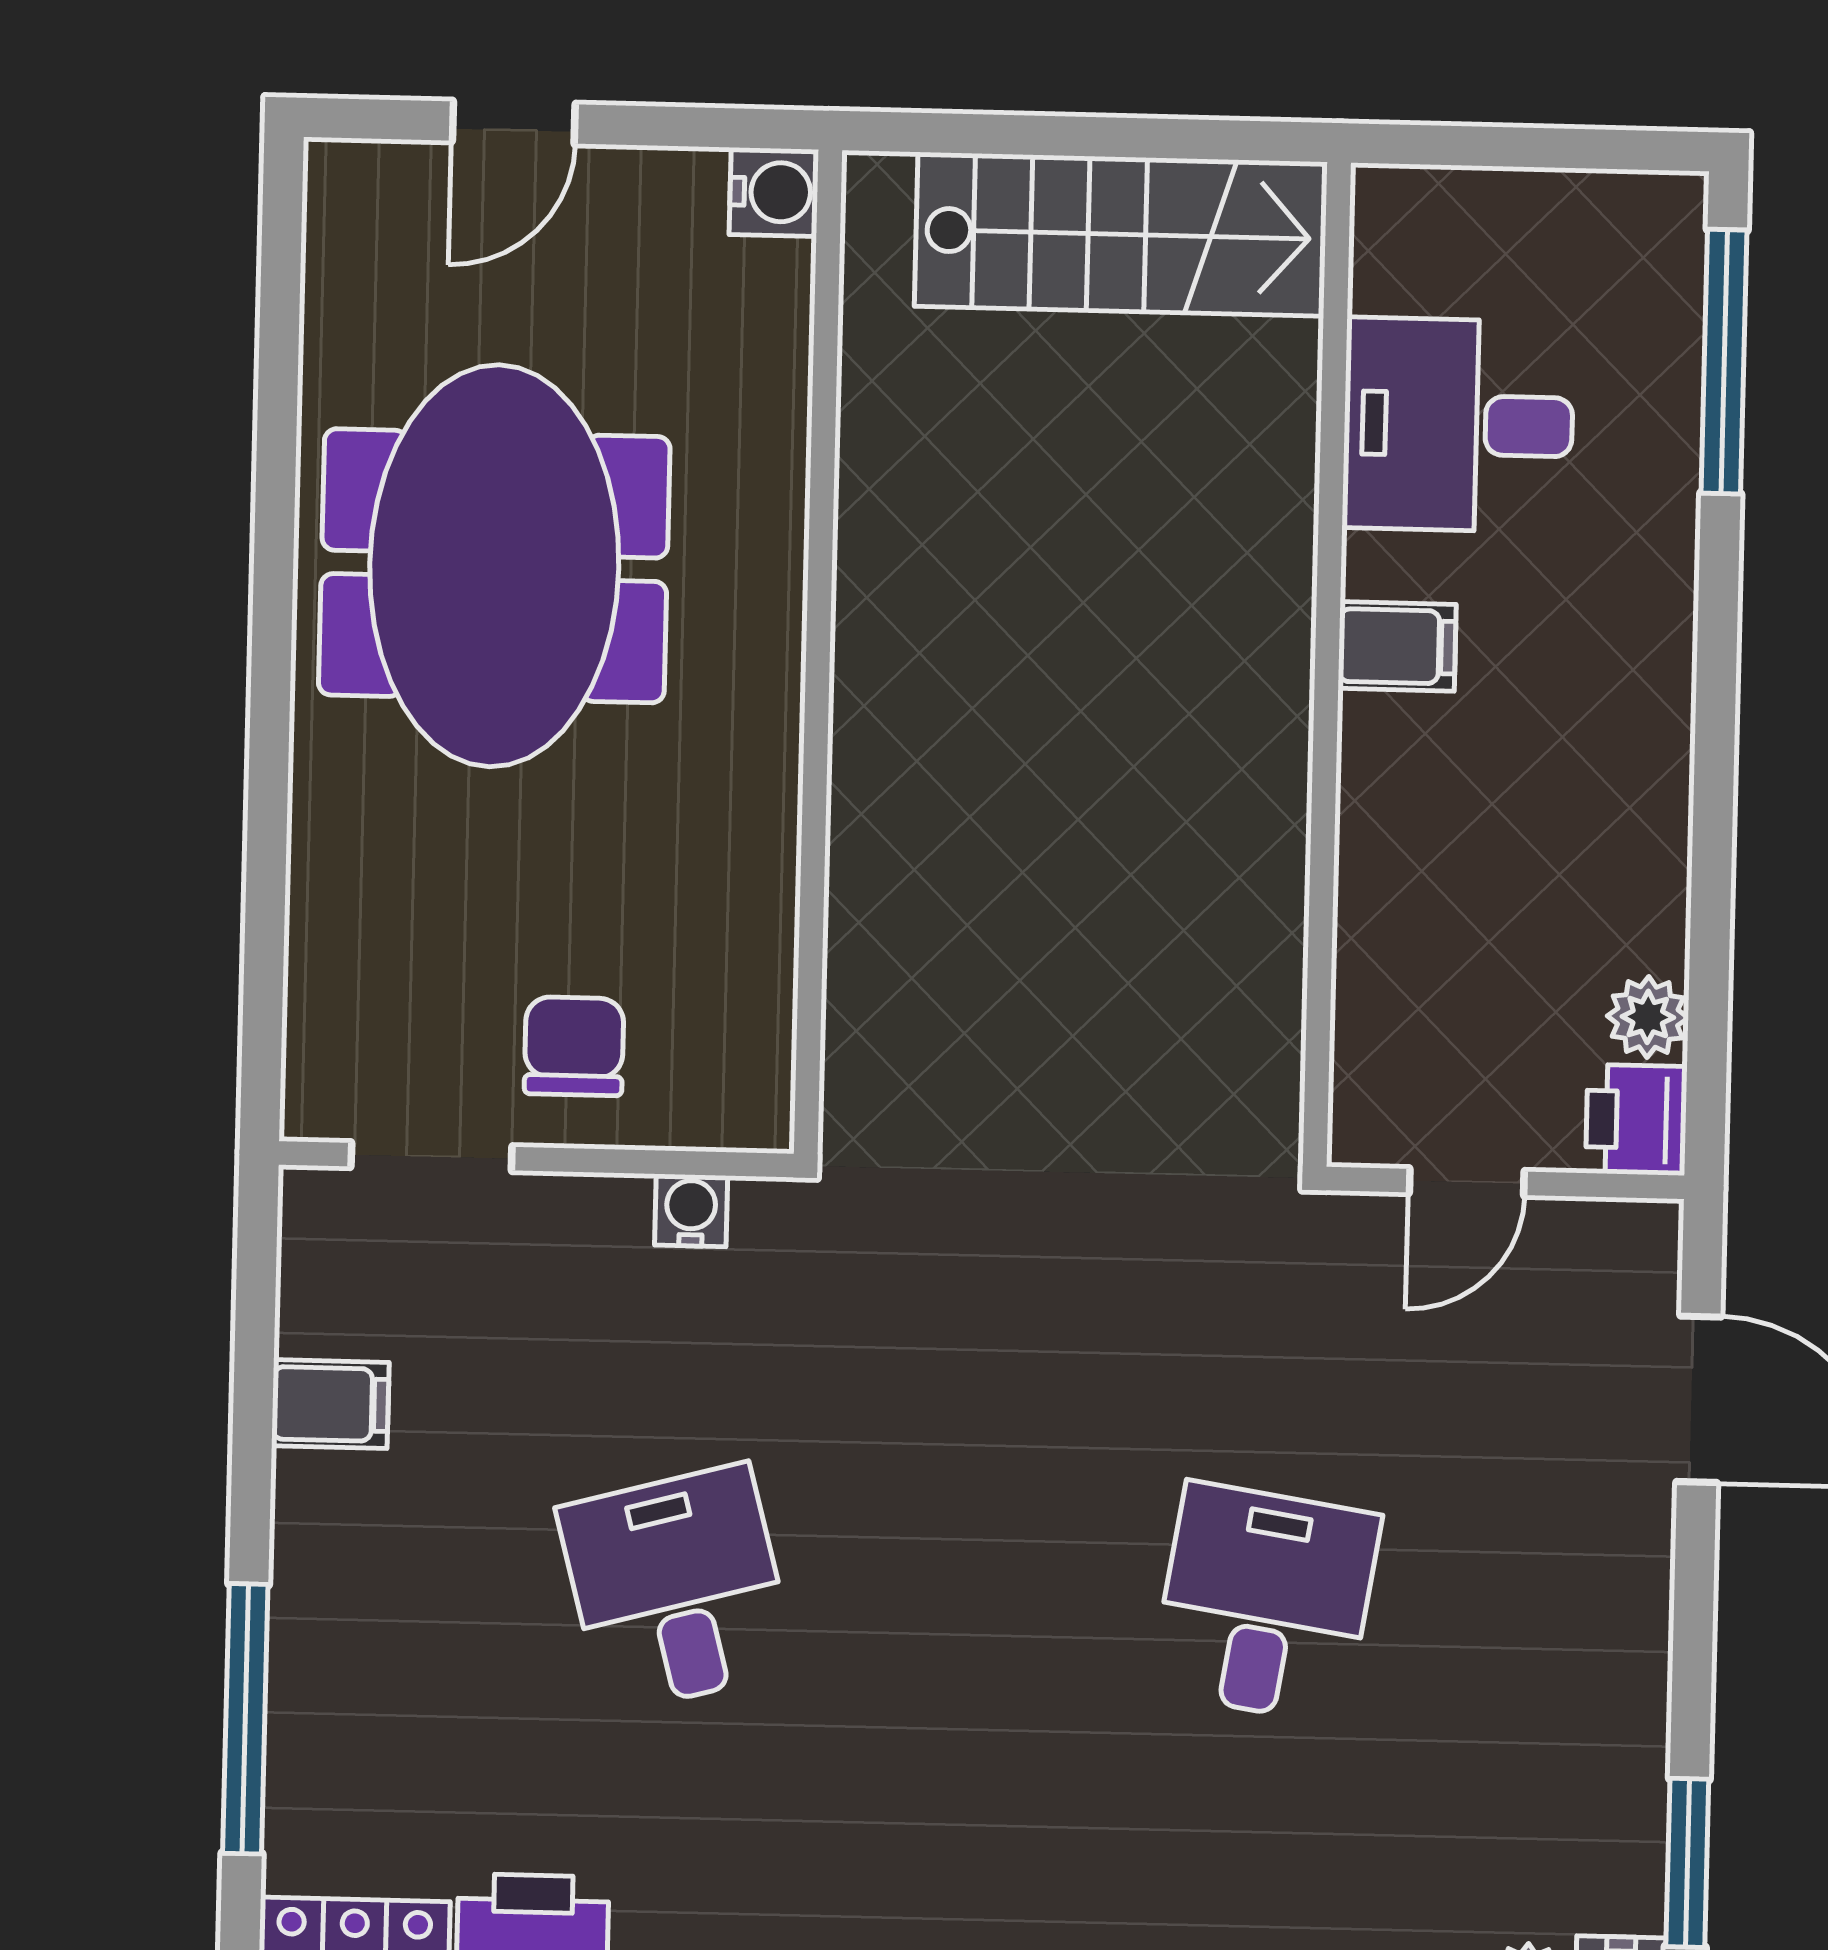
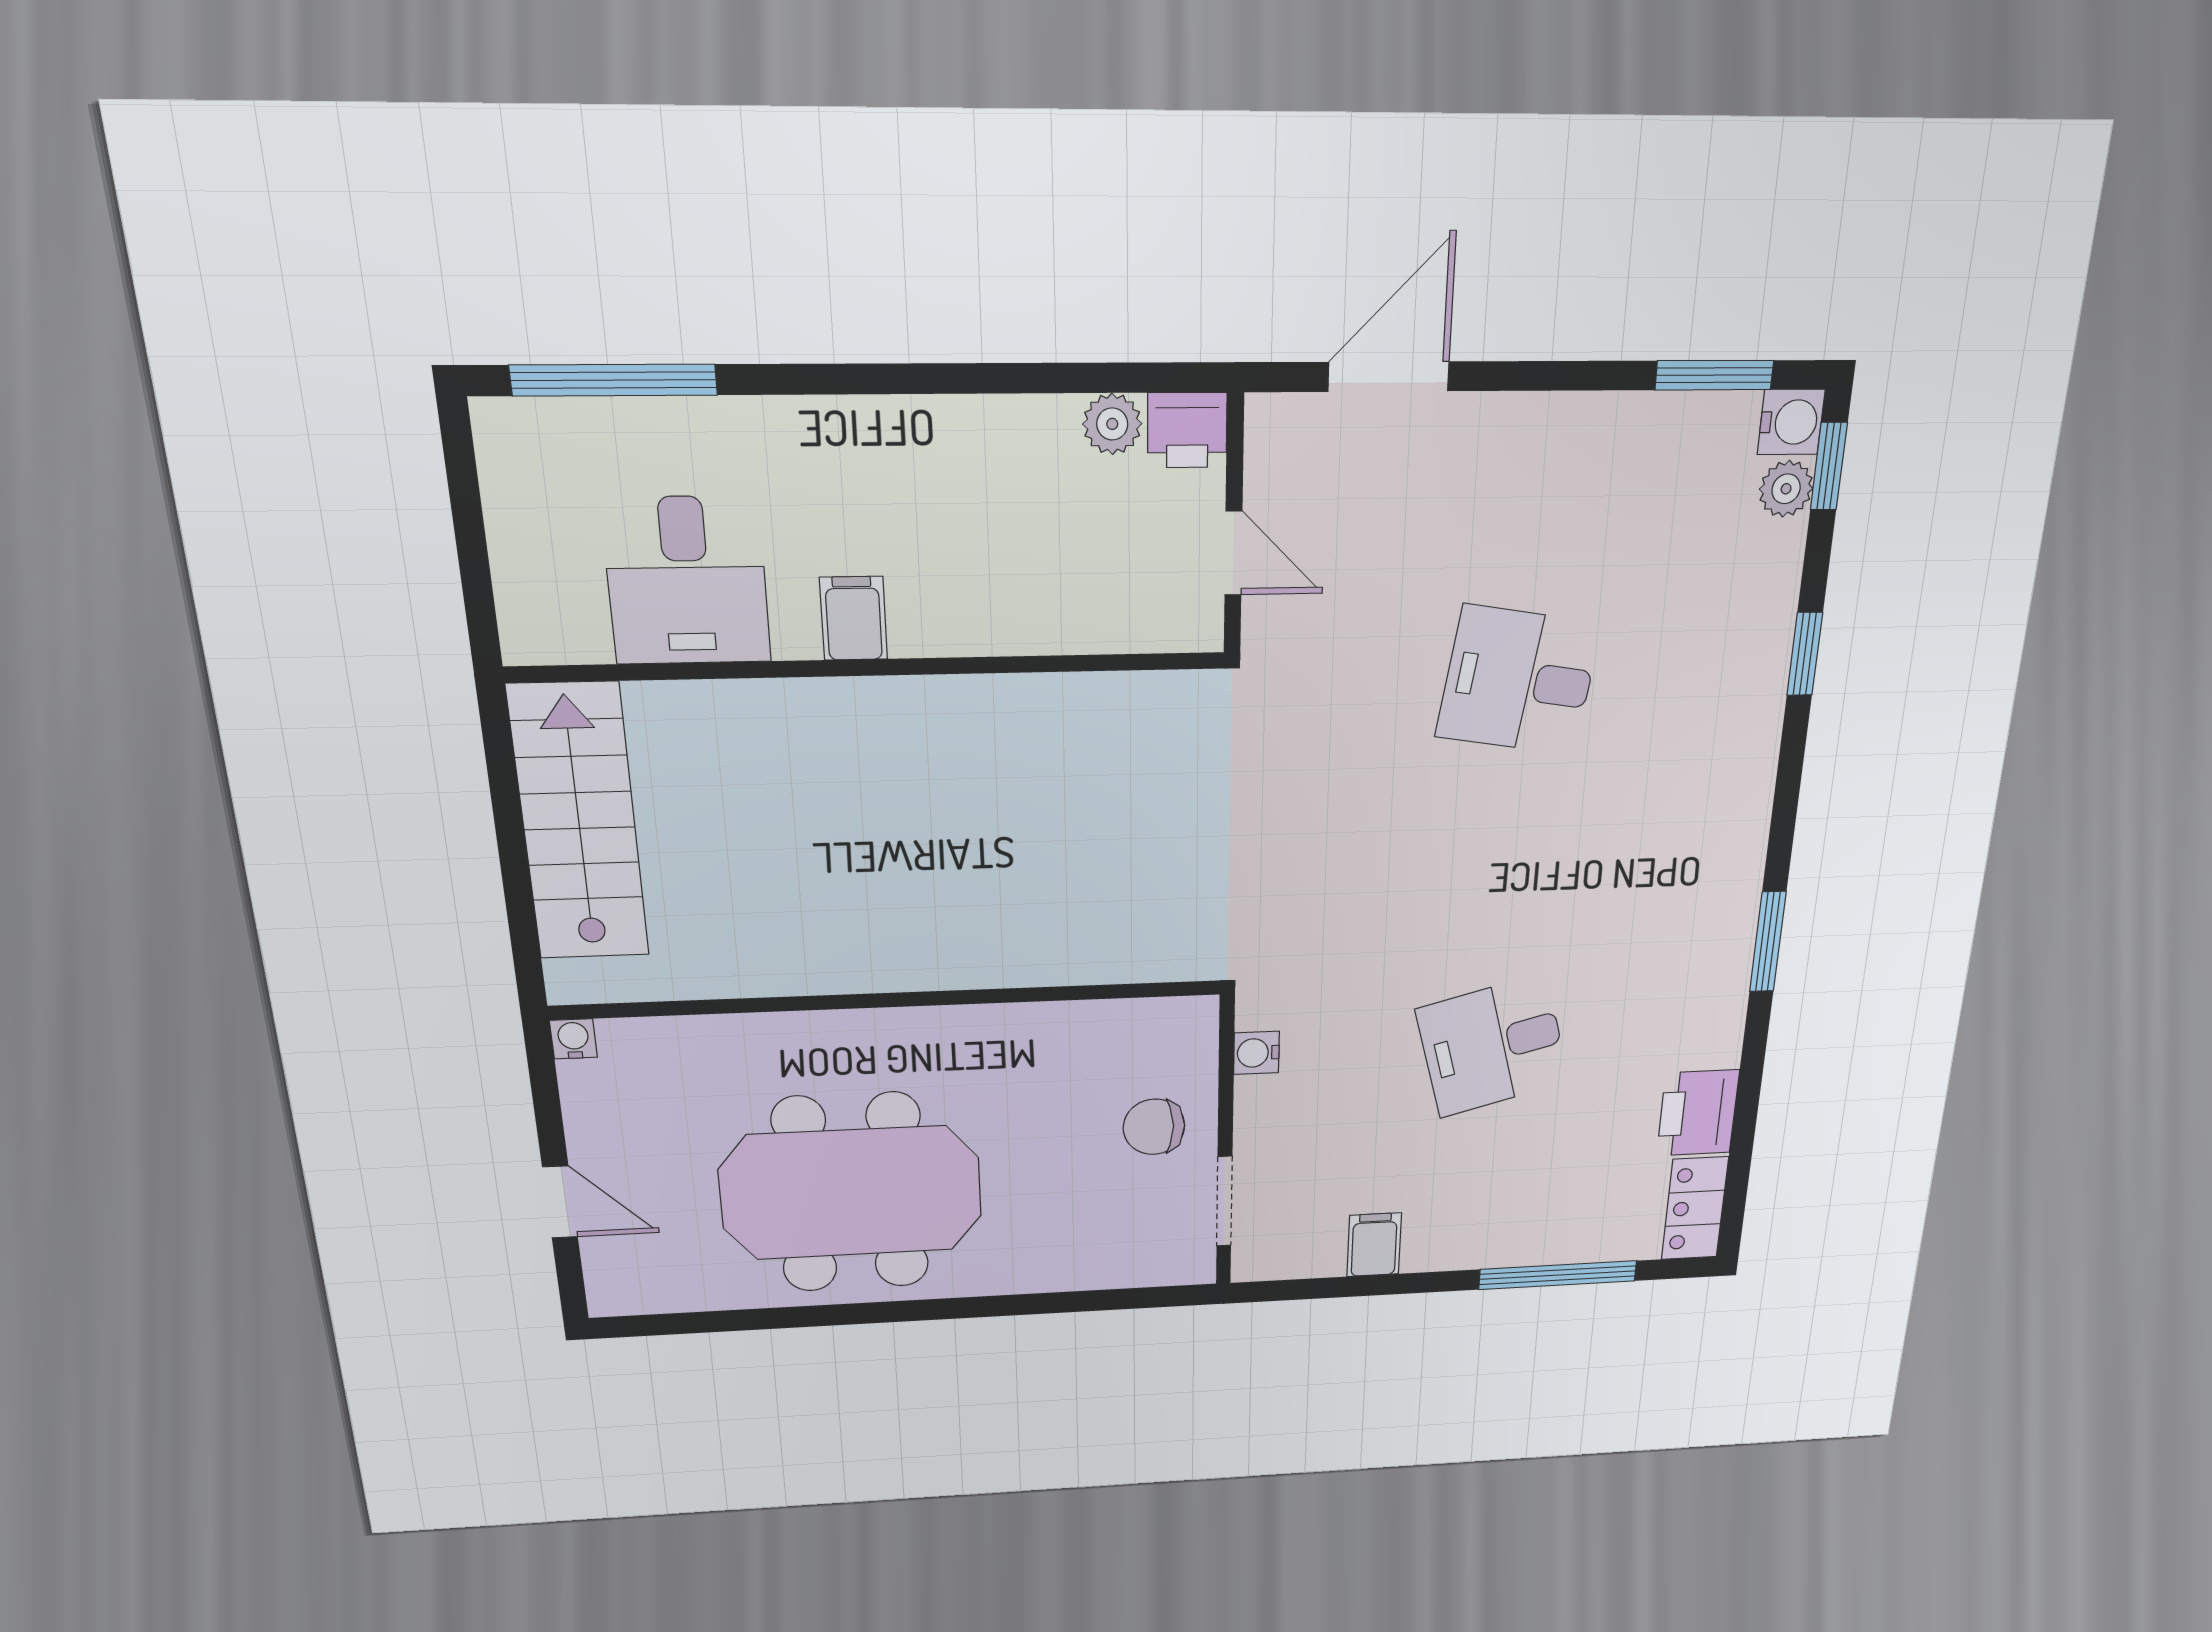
water cooler: (774, 192) -> (573, 1039), width x0.72, depth x0.72

